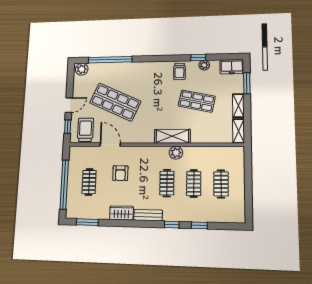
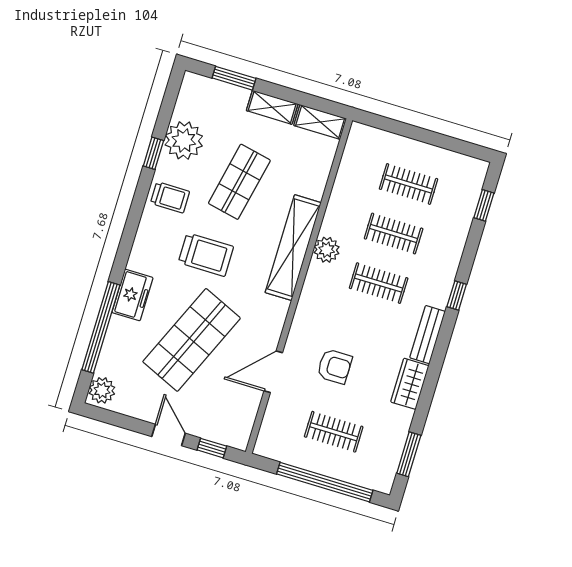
plant: (204, 65) -> (184, 140), width x1.88, depth x1.88
freezer: (232, 67) -> (132, 295), moved
trolley: (85, 130) -> (206, 255), moved, turned 180
shelving: (172, 136) -> (293, 248), width x1.47
window: (199, 225) -> (484, 205), moved

